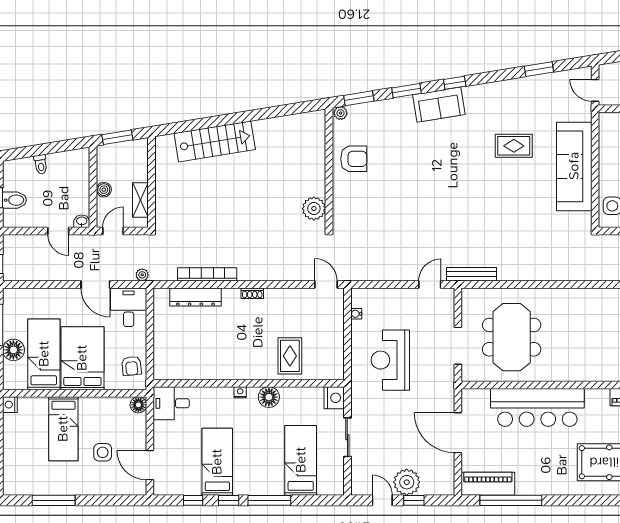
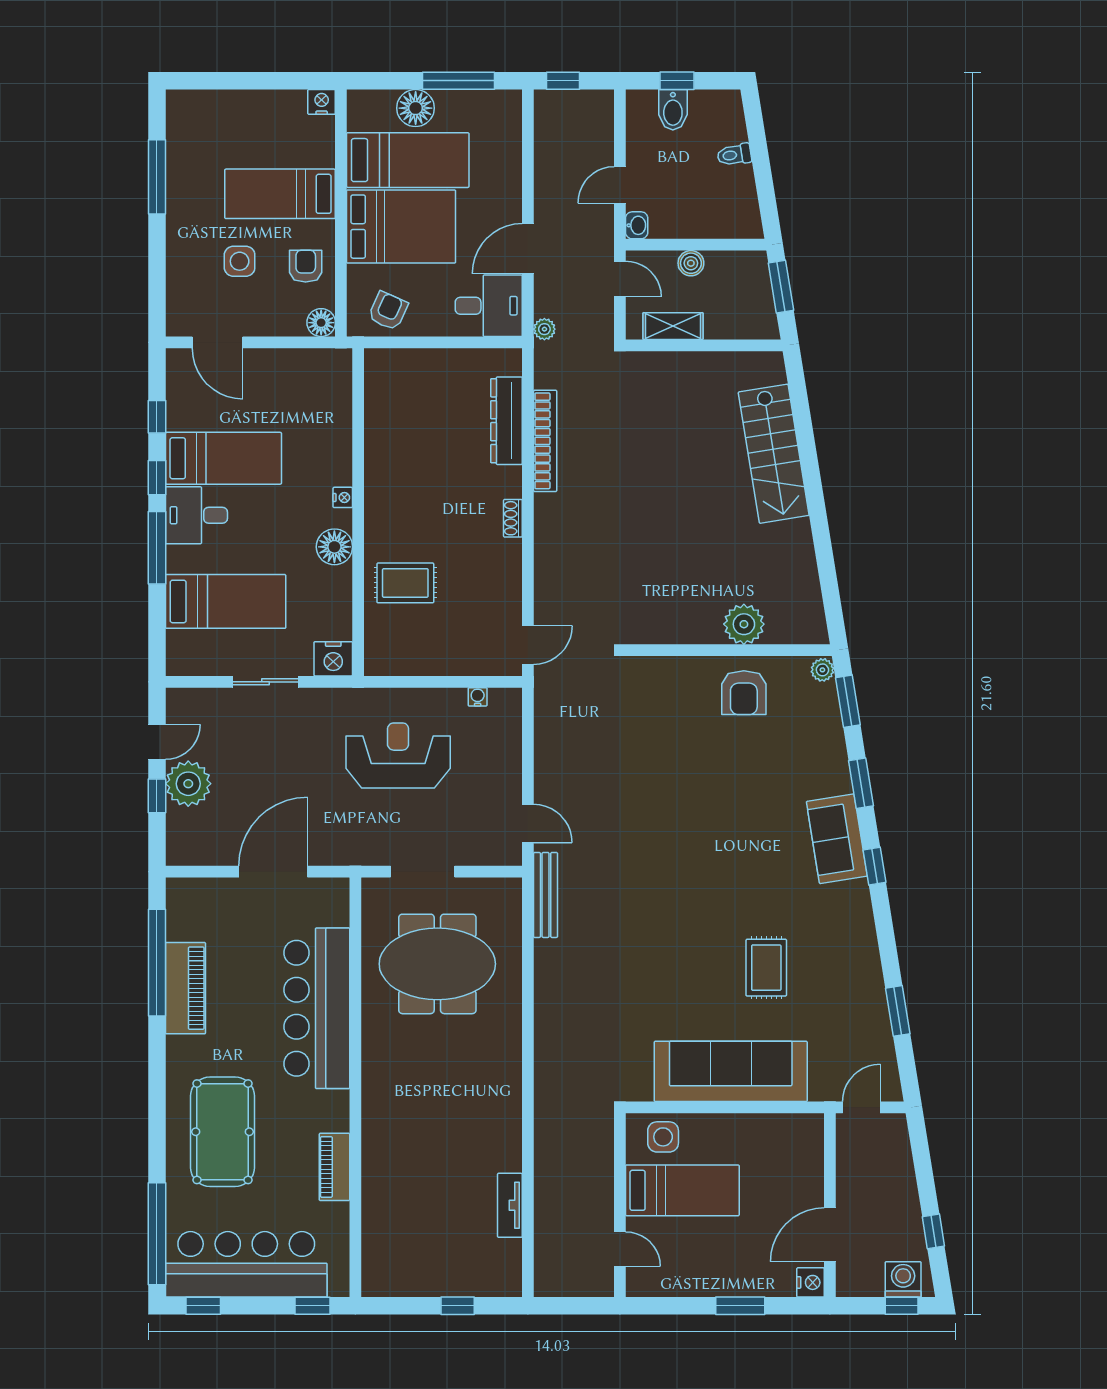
plant: (314, 209) -> (744, 624), moved
armchair: (132, 366) -> (388, 311), turned 120
desk: (171, 403) -> (196, 515), moved, turned -90
armchair: (105, 414) -> (306, 266), added
door: (150, 465) -> (217, 342), swing flipped
piano: (488, 484) -> (185, 988), moved

